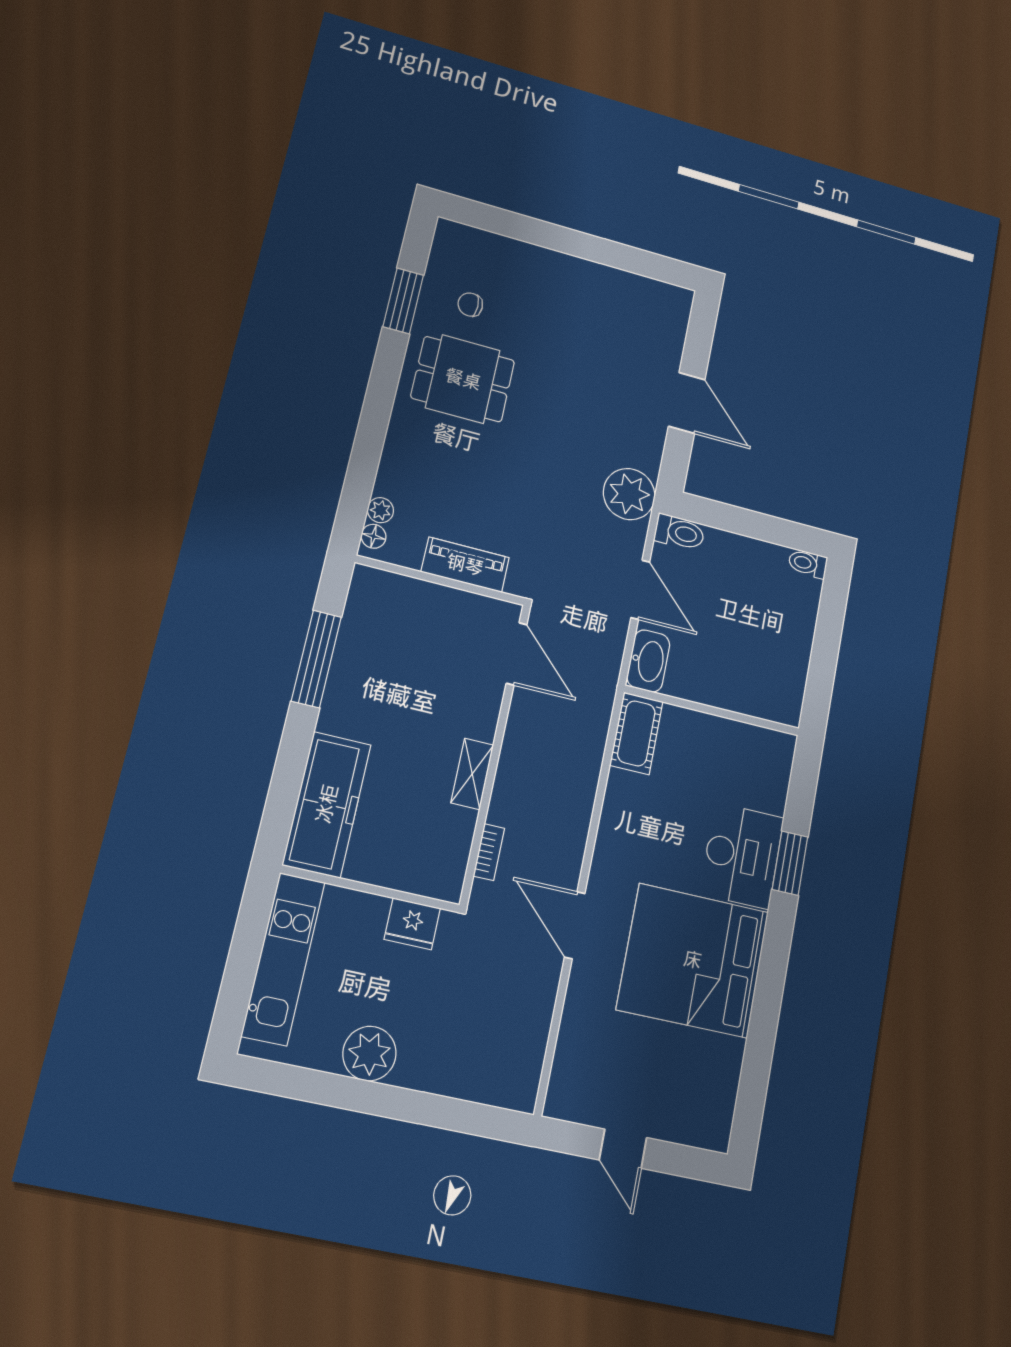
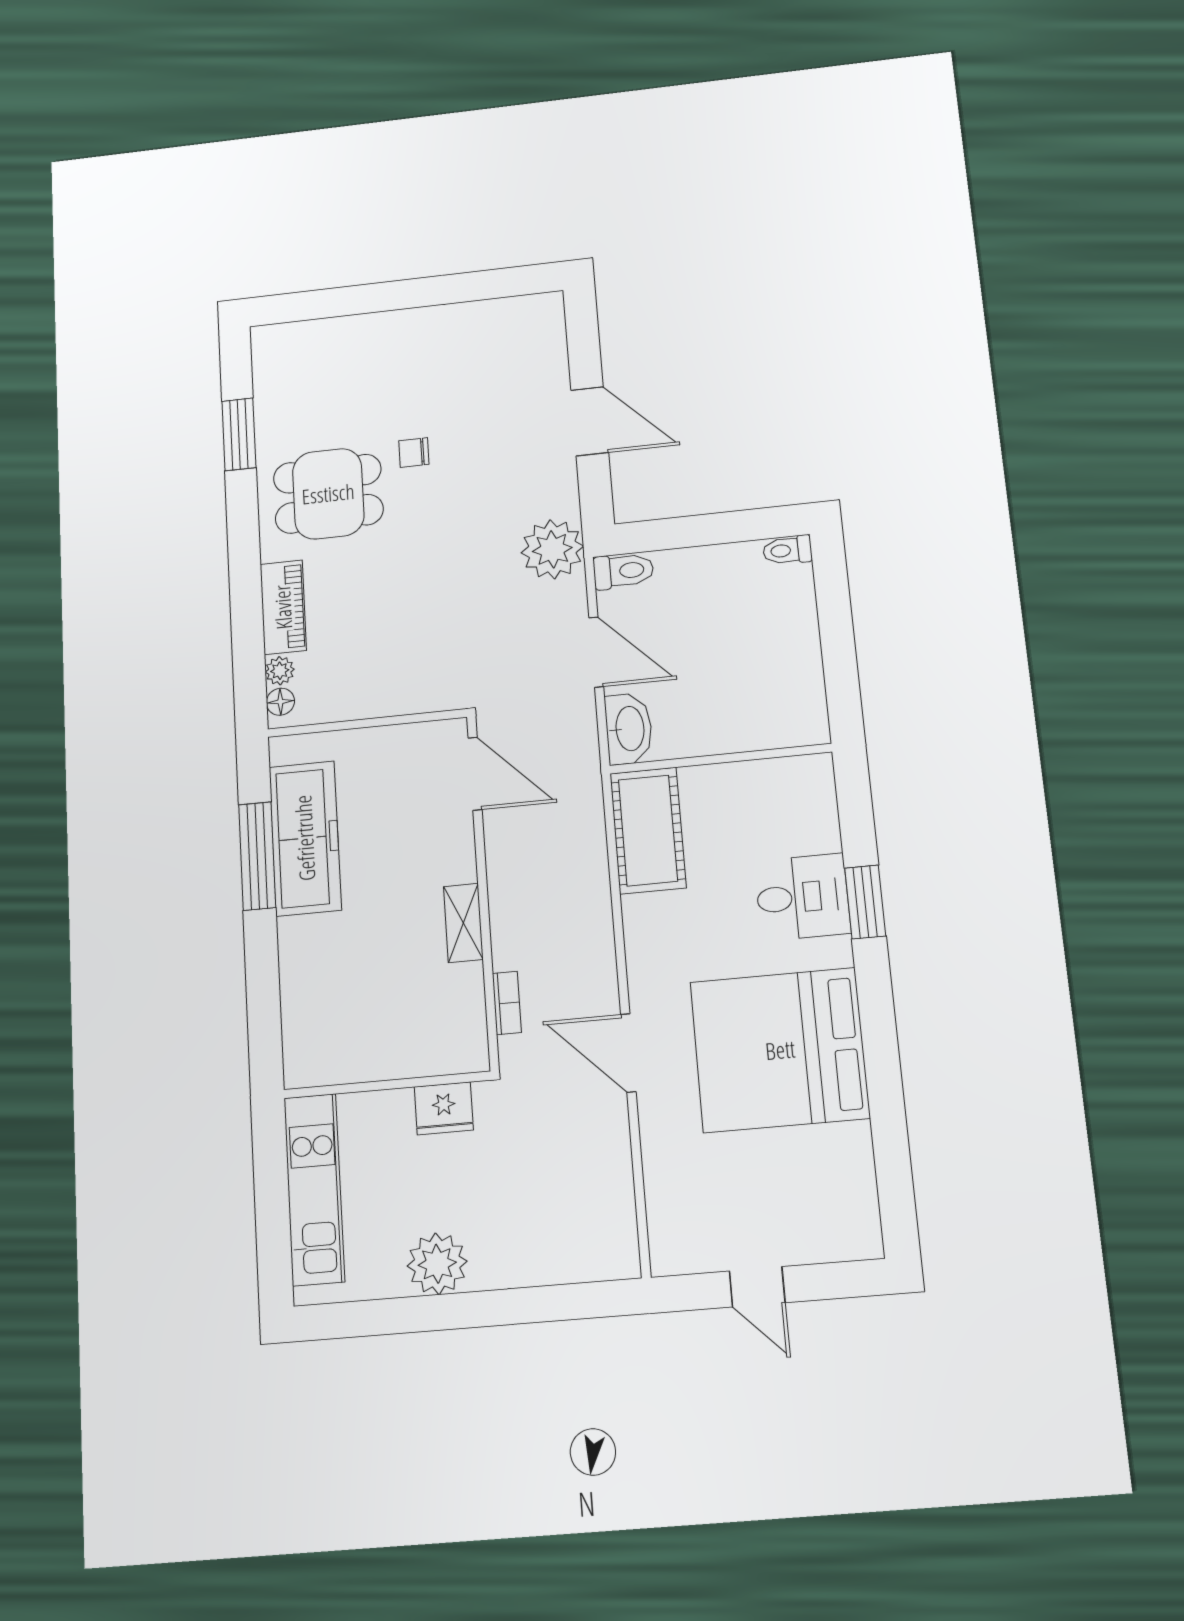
chair: (470, 305) -> (414, 452), moved
piano: (465, 565) -> (283, 607), moved, turned 90
cot: (636, 733) -> (648, 830), width x1.37, depth x1.34
freezer: (327, 804) -> (305, 838), moved
desk: (742, 856) -> (802, 897), width x0.73

